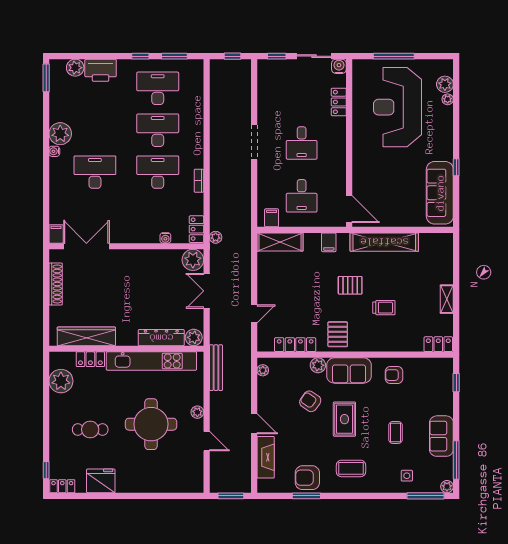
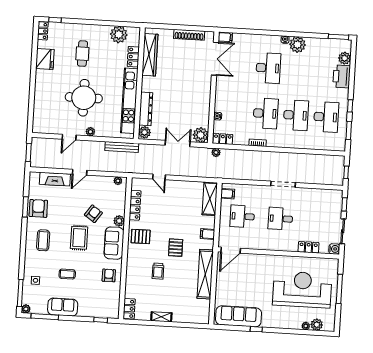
rug: (344, 419) -> (79, 238), turned 90

